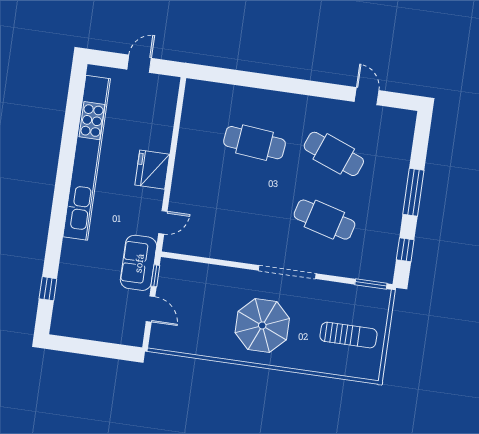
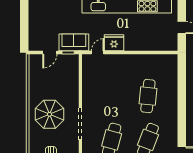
fridge: (152, 170) -> (114, 43), moved
door: (163, 222) -> (98, 53), swing flipped

